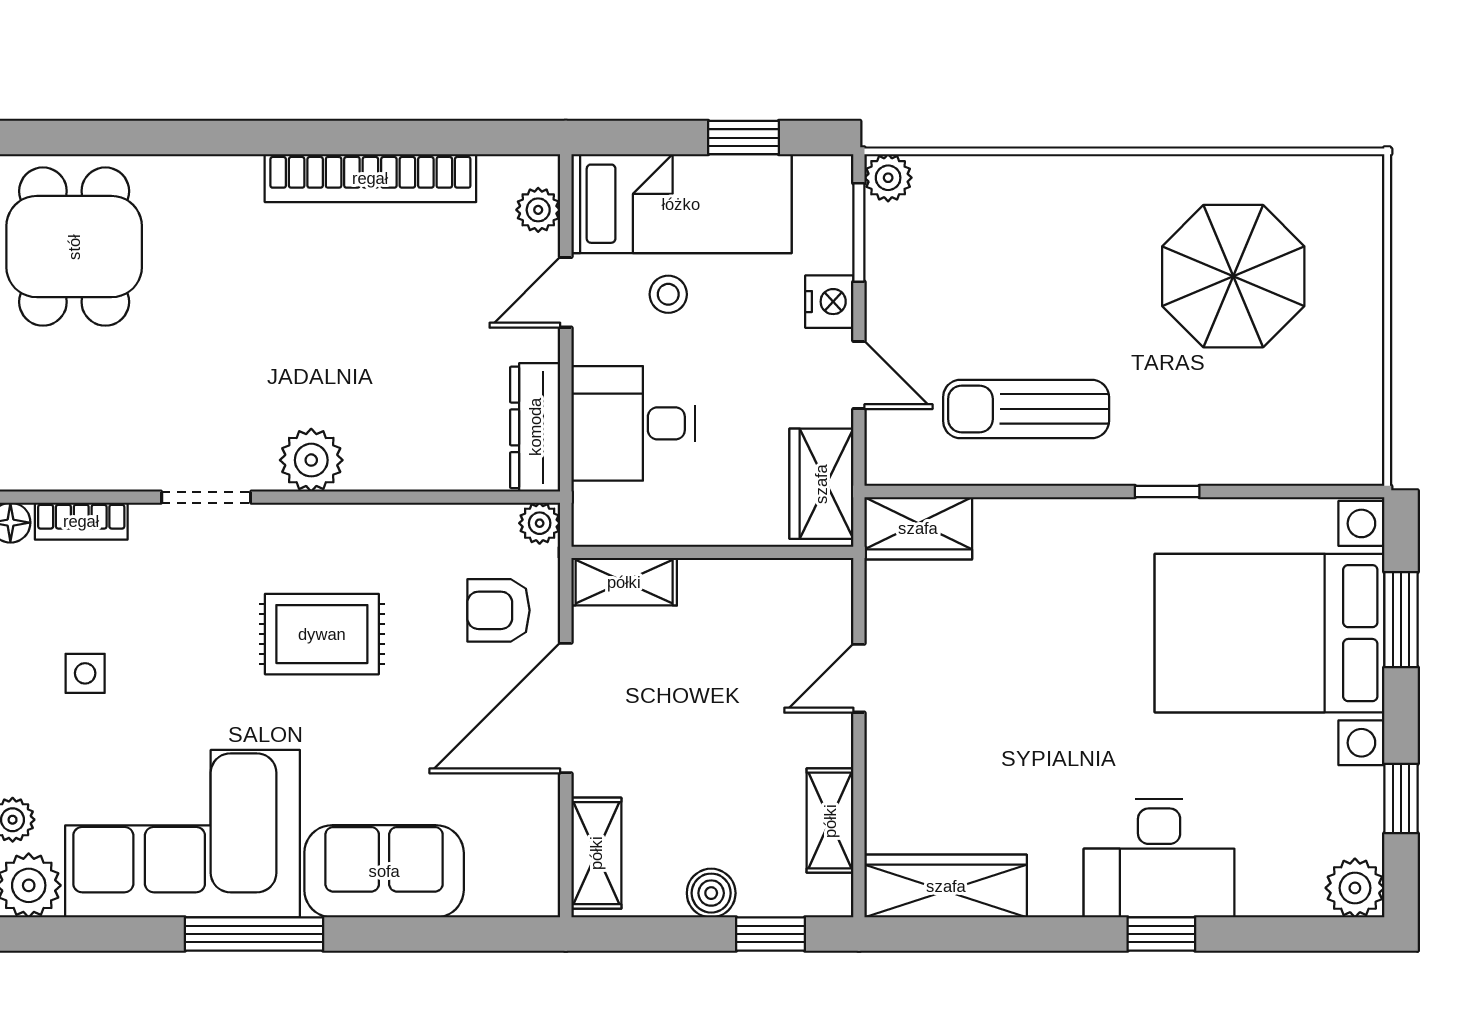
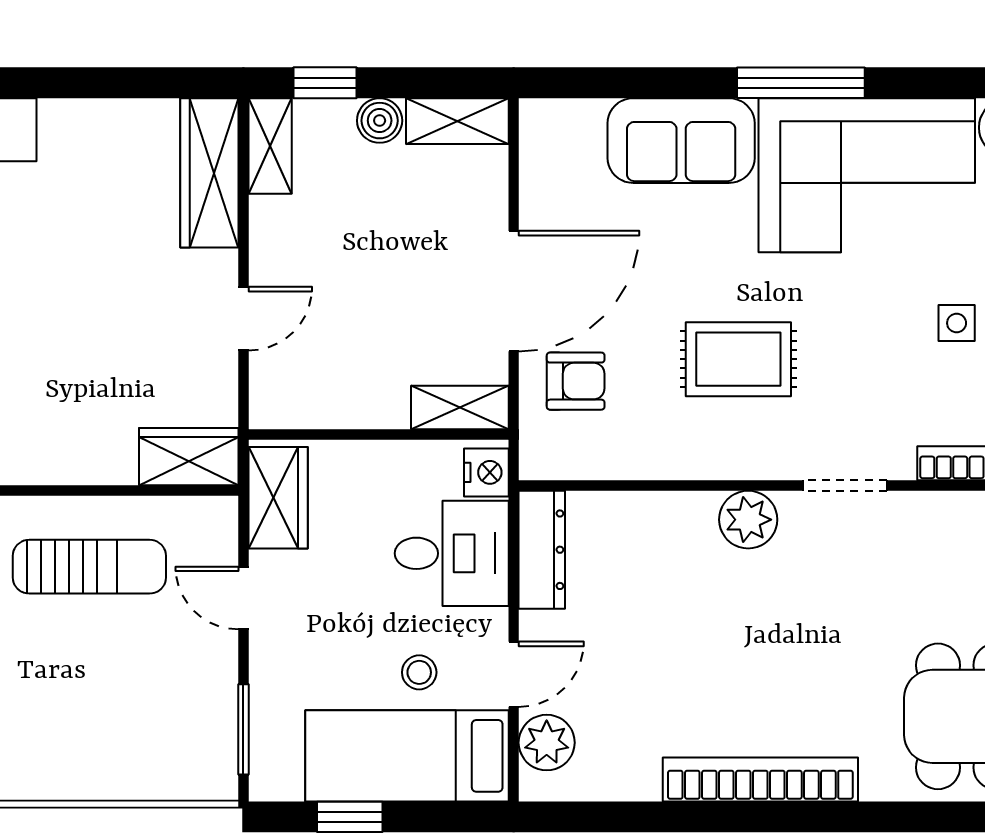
bookcase: (370, 178) -> (760, 779), moved
plant: (888, 178) -> (217, 780), removed
plant: (538, 210) -> (547, 743), width x1.38, depth x1.38
nightstand: (829, 302) -> (486, 472), moved, turned 180
plant: (540, 523) -> (538, 461), removed
shelving: (830, 821) -> (270, 146), moved
shelving: (596, 853) -> (457, 121), moved, turned 90
wardrobe: (946, 886) -> (209, 173), moved, turned 90

